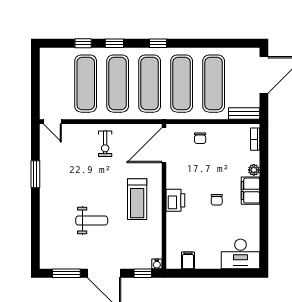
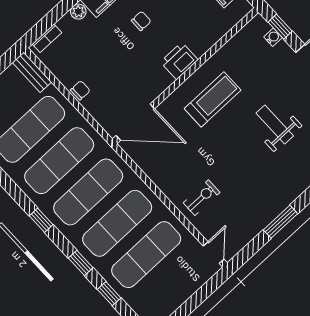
chair: (200, 138) -> (80, 90), moved
exercise bike: (105, 144) -> (202, 198), moved
water cooler: (157, 264) -> (273, 37), moved

